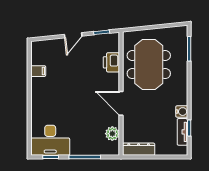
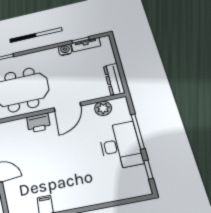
printer: (111, 62) -> (38, 123), moved
desk: (50, 140) -> (120, 145), moved

